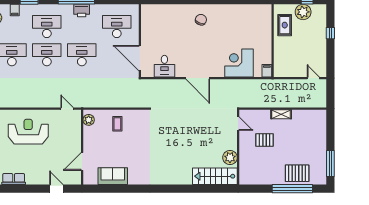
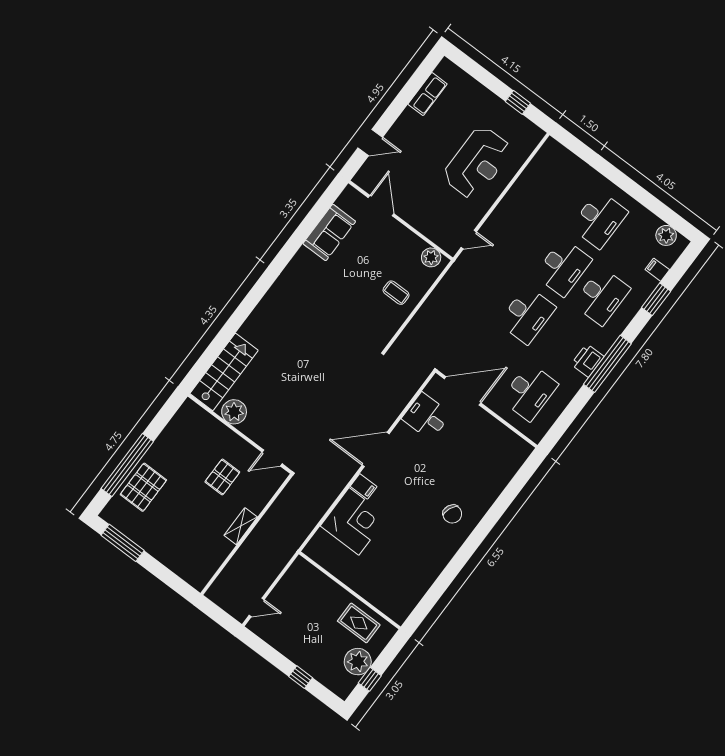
filing cabinet: (267, 71) -> (364, 486), moved

